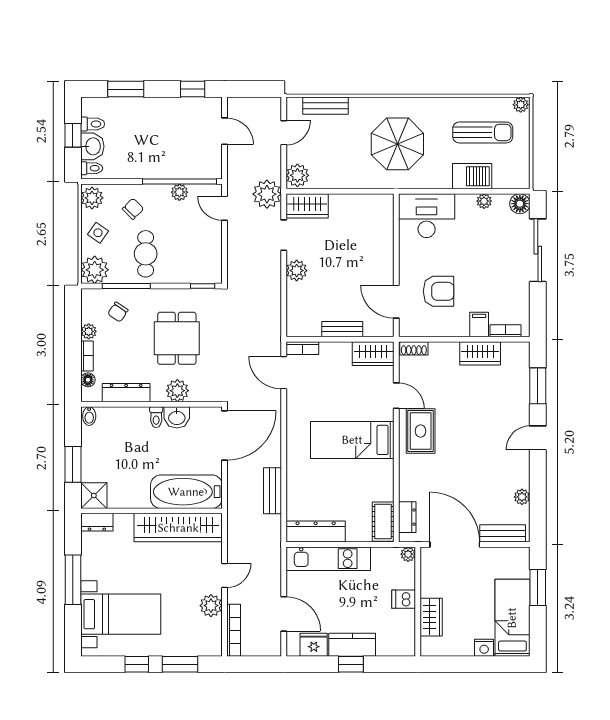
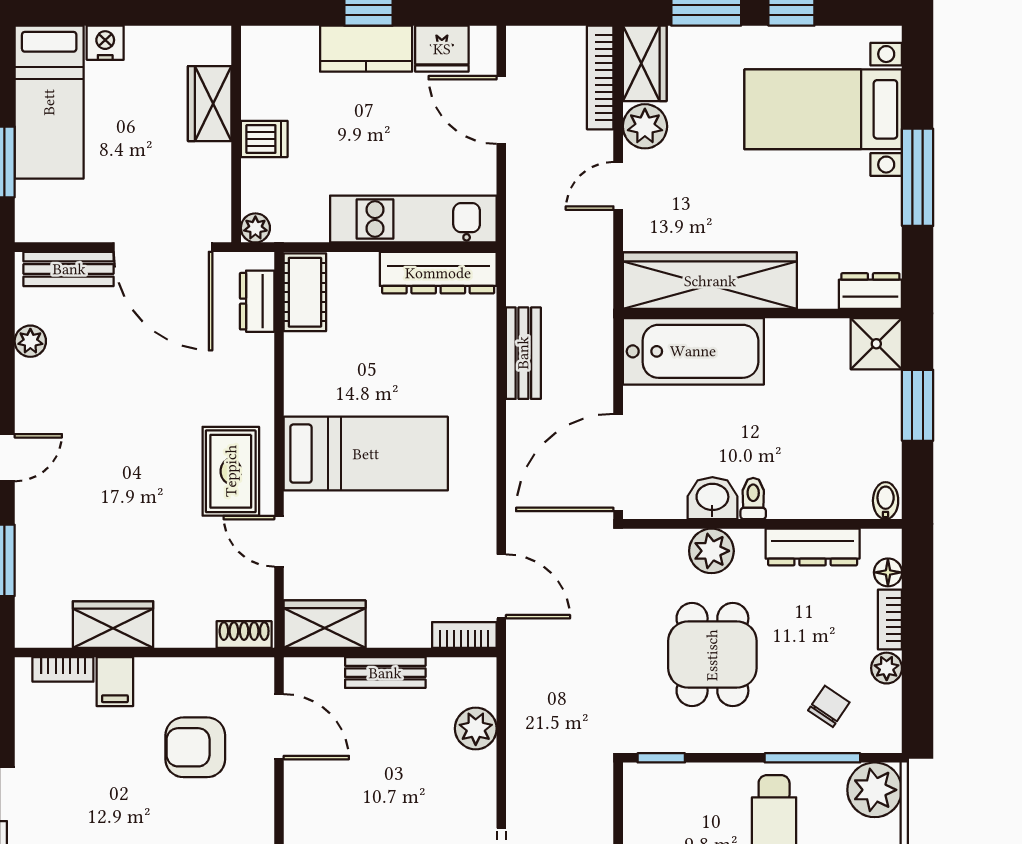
plant: (297, 271) -> (476, 729), moved
wardrobe: (211, 637) -> (645, 63), added

